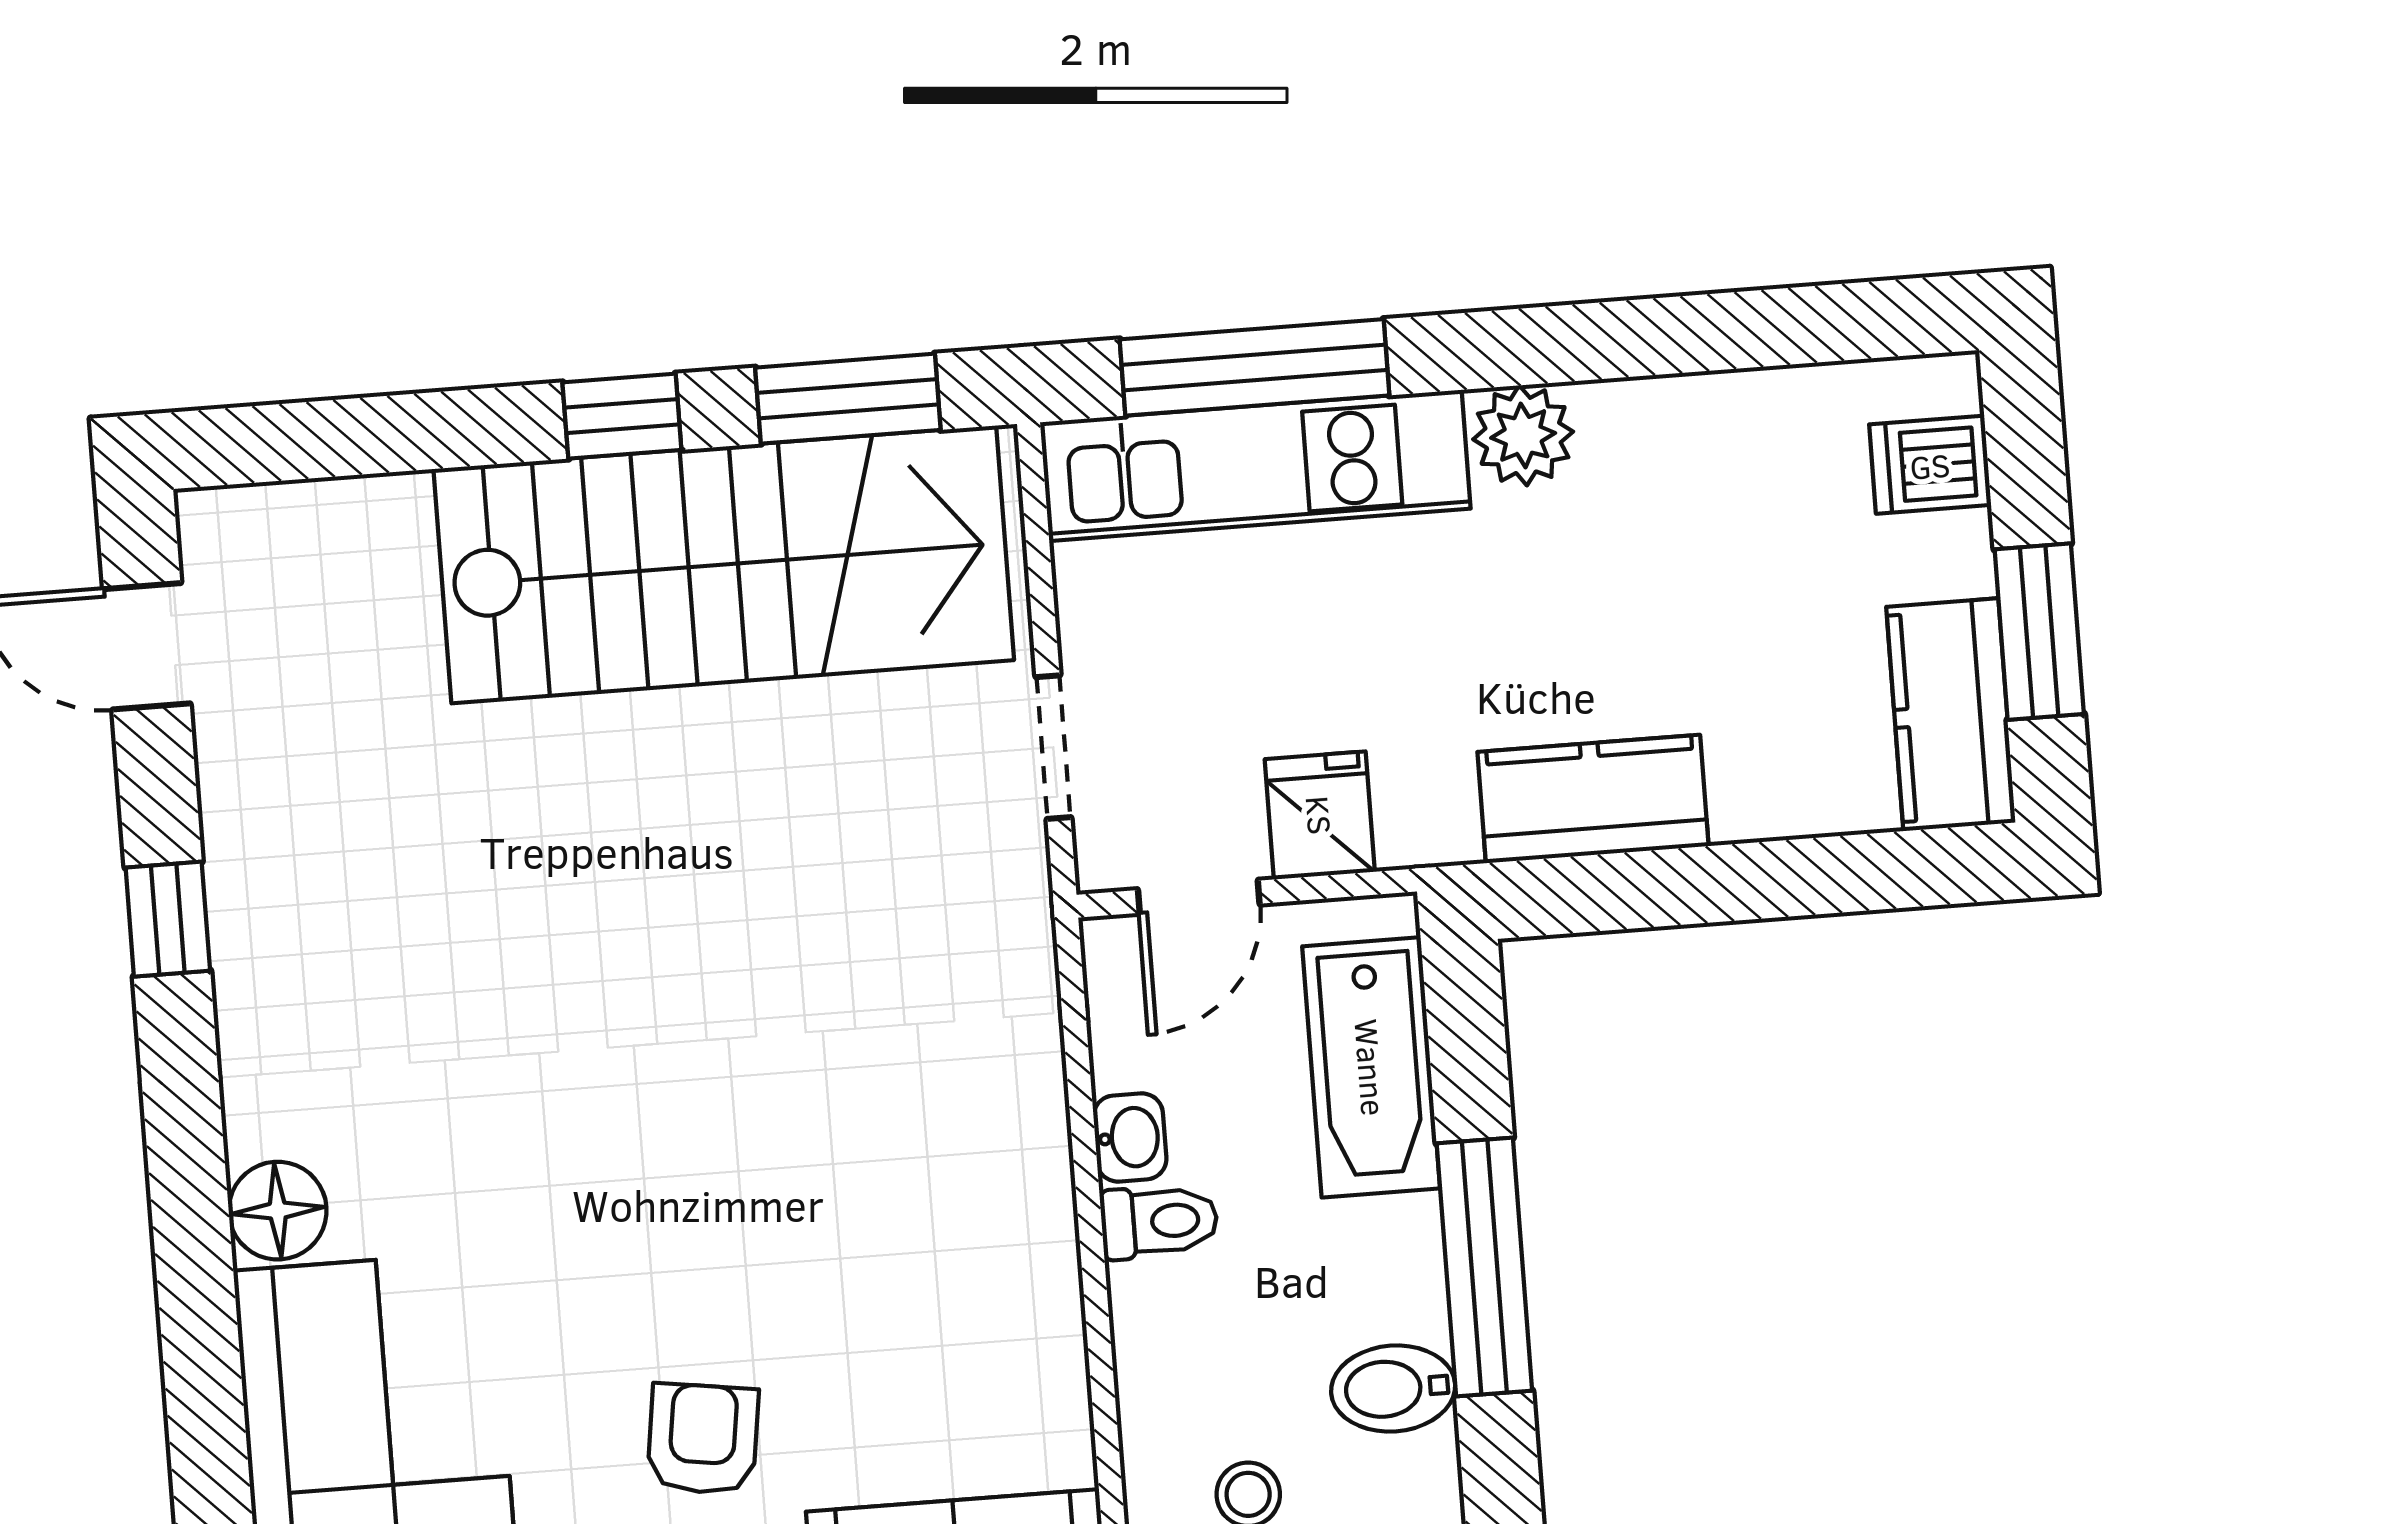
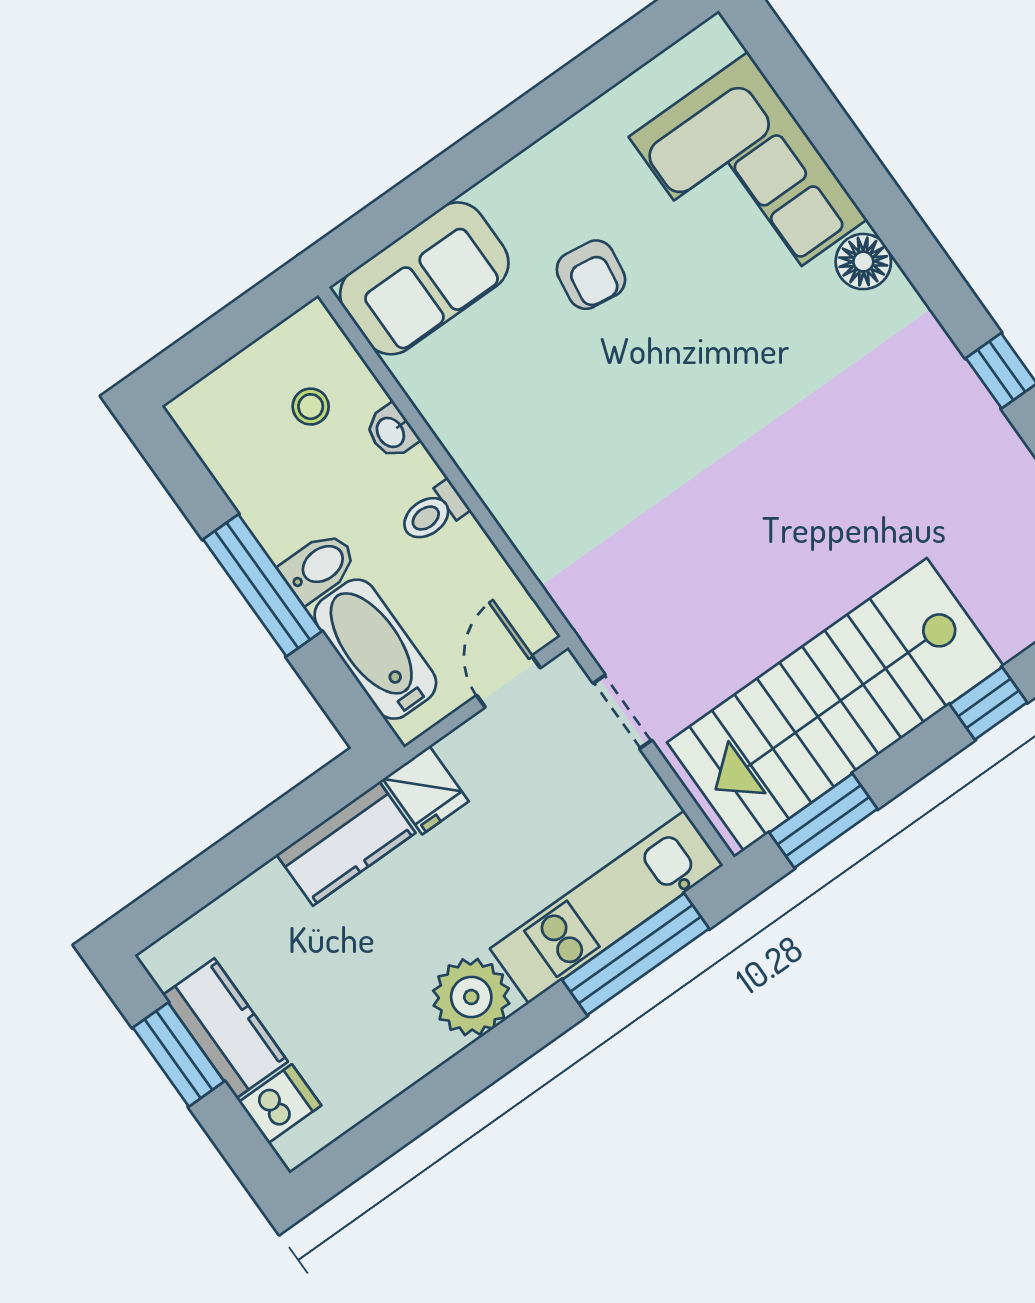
window: (622, 416) -> (989, 703), moved
plant: (1523, 435) -> (471, 997), width x1.36, depth x1.36
kitchen counter: (1951, 715) -> (225, 1028), moved
fridge: (1320, 815) -> (426, 790), moved
washbasin: (1130, 1137) -> (391, 432), moved
bidet: (1393, 1389) -> (319, 567), moved

